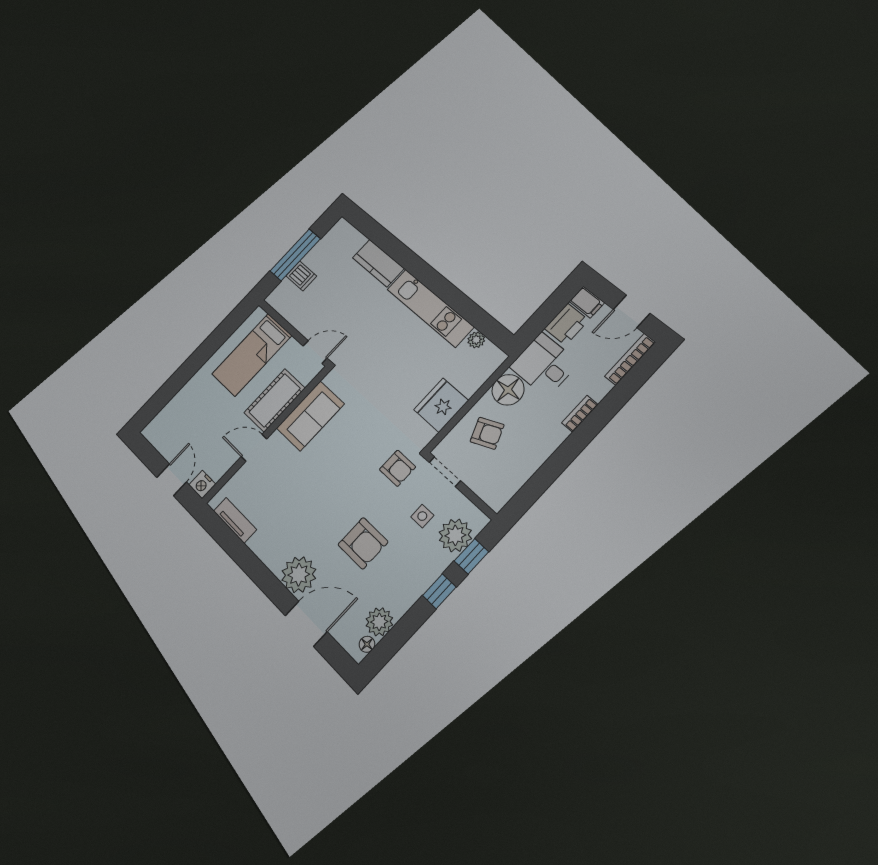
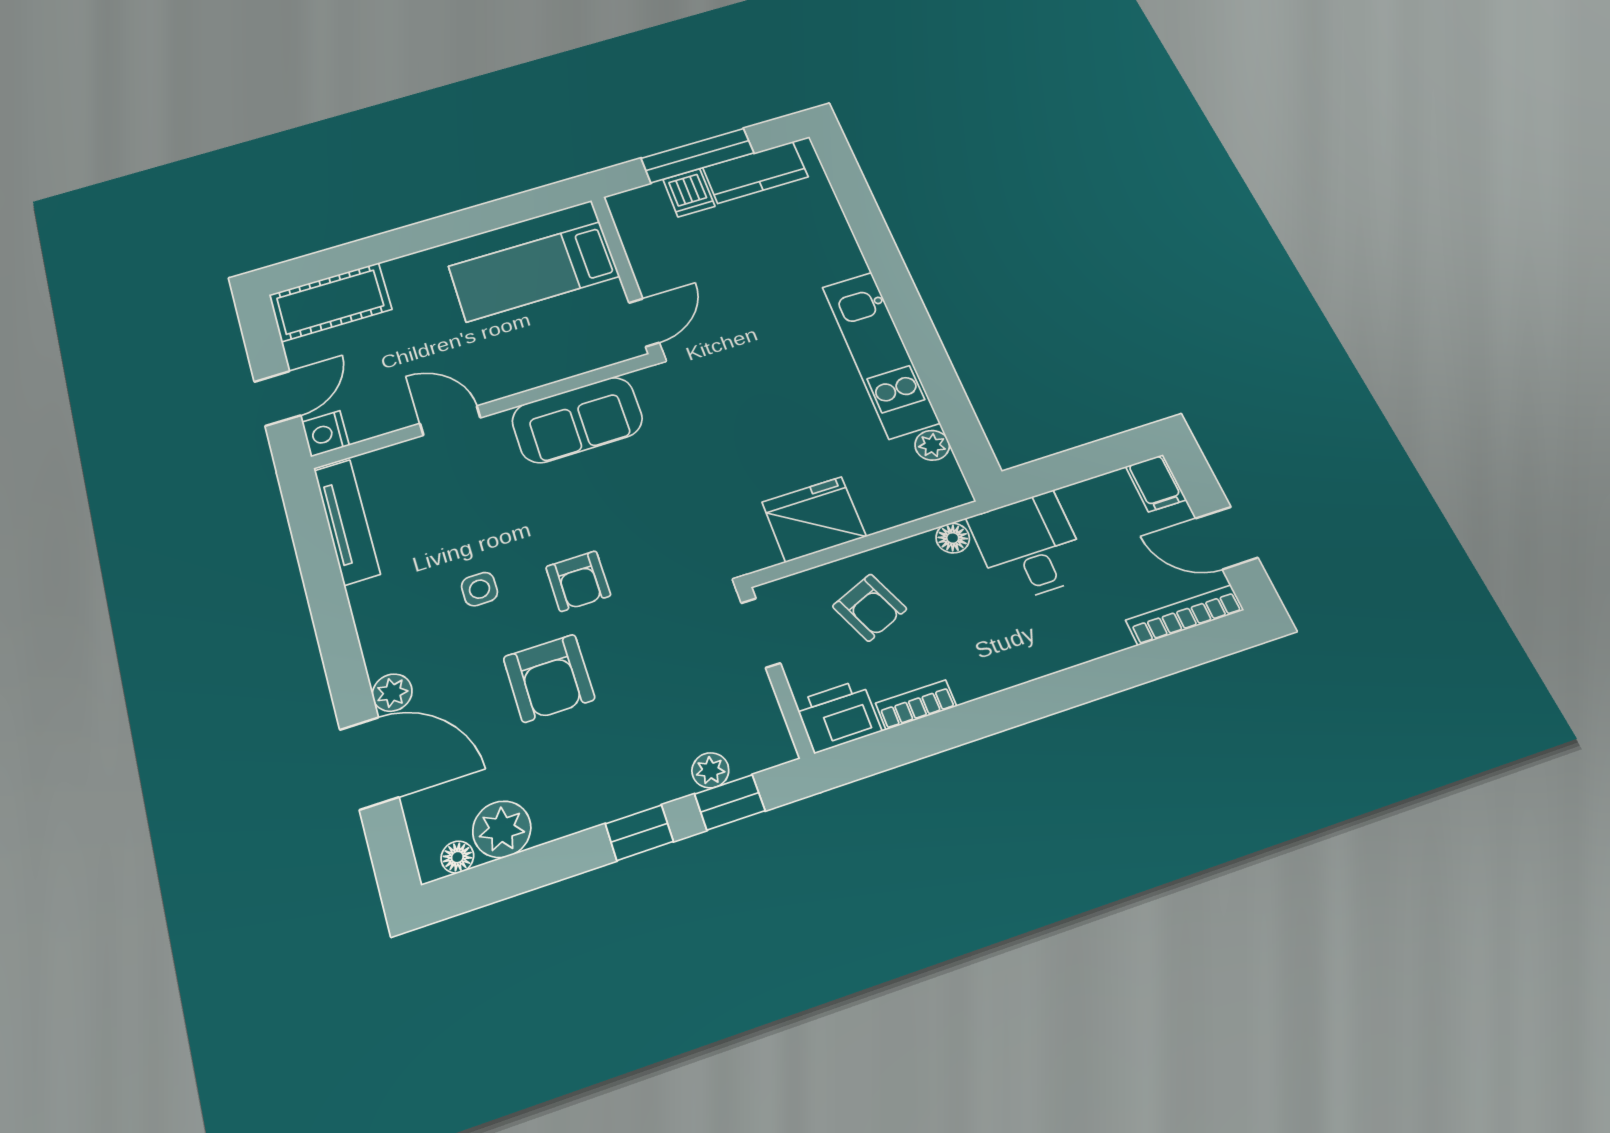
kitchen counter: (378, 263) -> (755, 172), moved, turned -90
printer: (567, 324) -> (838, 716), moved, turned 180
door: (315, 352) -> (644, 323), hinge flipped
floor lamp: (508, 390) -> (953, 538), width x0.53, depth x0.53
cot: (274, 400) -> (330, 302), moved
bookcase: (580, 414) -> (916, 705), moved
armchair: (397, 468) -> (578, 581), moved
side table: (422, 516) -> (479, 589), moved
tv unit: (235, 520) -> (347, 522), width x1.41
plant: (455, 535) -> (710, 770), width x0.53, depth x0.53
plant: (299, 575) -> (392, 693), width x0.53, depth x0.53

